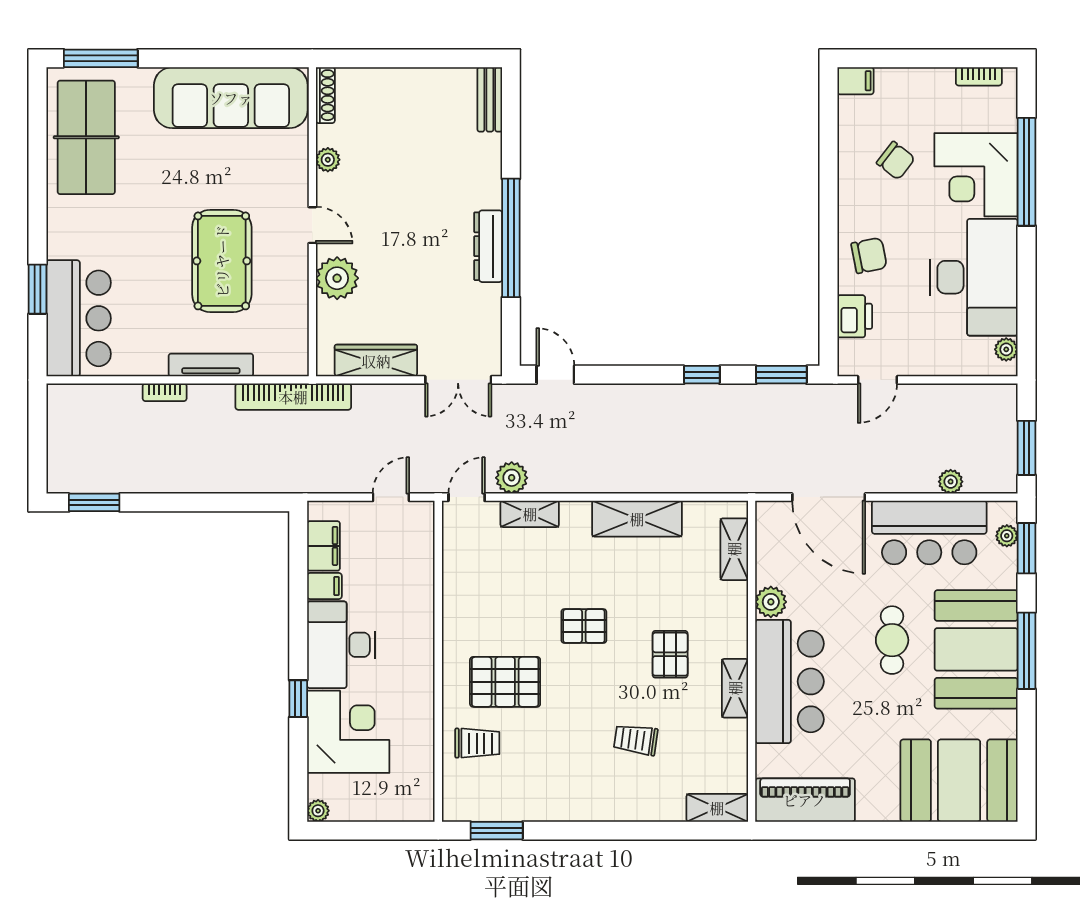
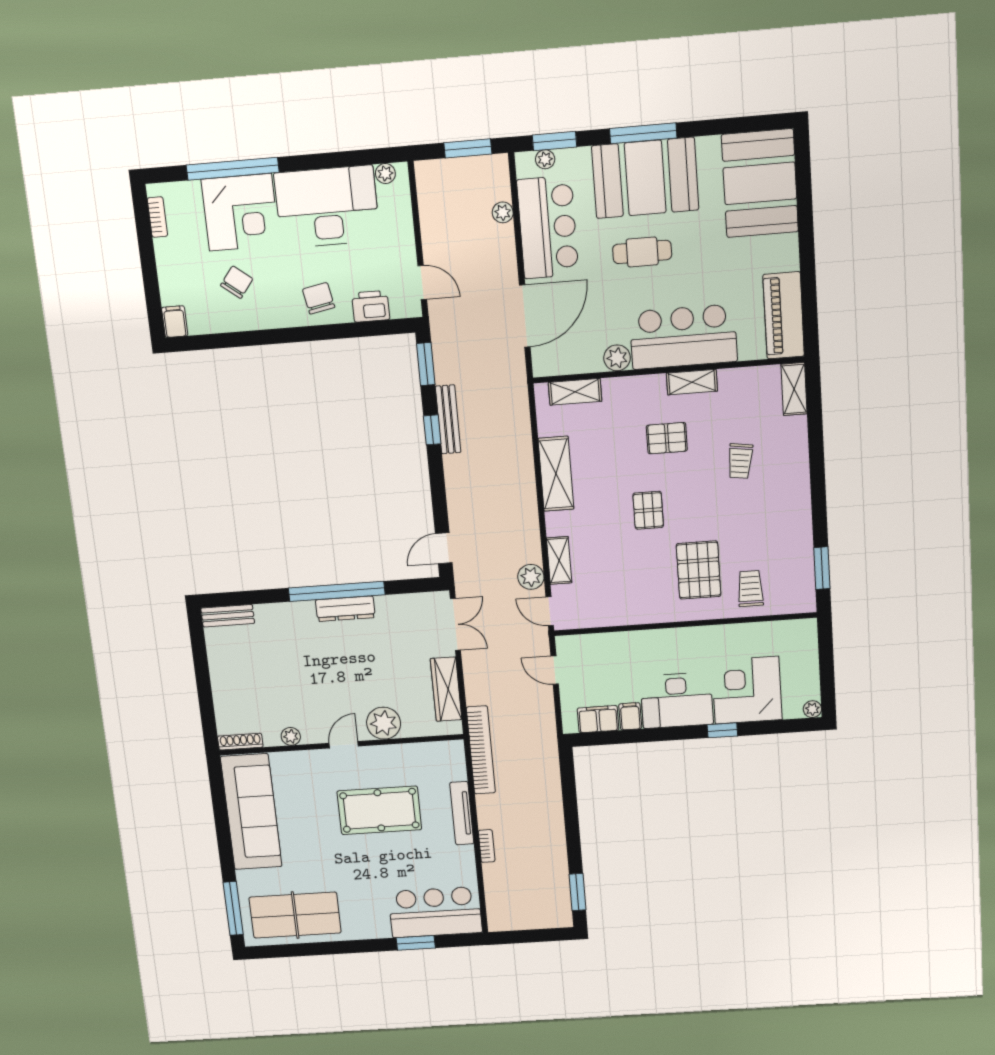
bench: (713, 395) -> (448, 419), added

